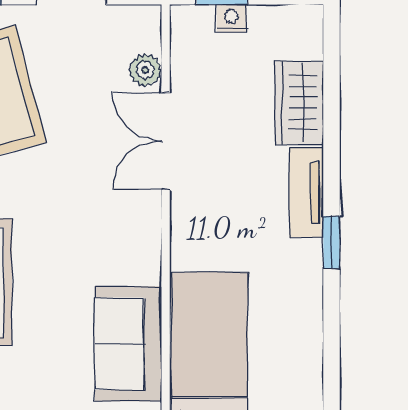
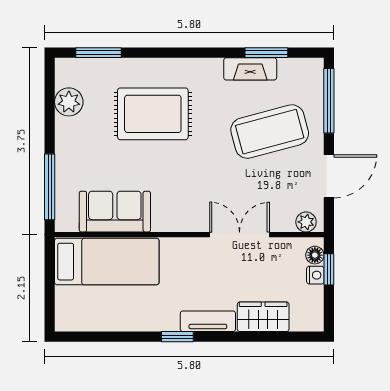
floor lamp: (199, 19) -> (315, 255), added
plant: (145, 70) -> (306, 222), moved

